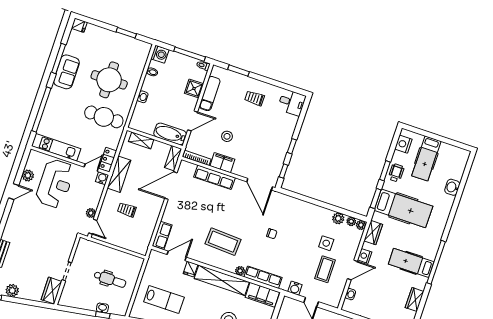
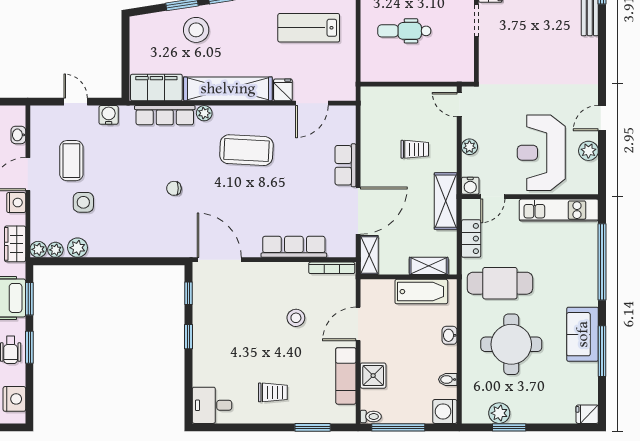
plant: (129, 43) -> (499, 413), added
bathtub: (170, 134) -> (421, 292), moved
locker: (108, 160) -> (471, 239), moved
filing cabinet: (222, 163) -> (289, 274), removed
plant: (91, 213) -> (469, 147), moved
row of seats: (162, 235) -> (345, 165), moved

